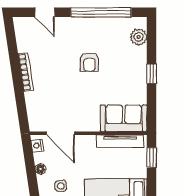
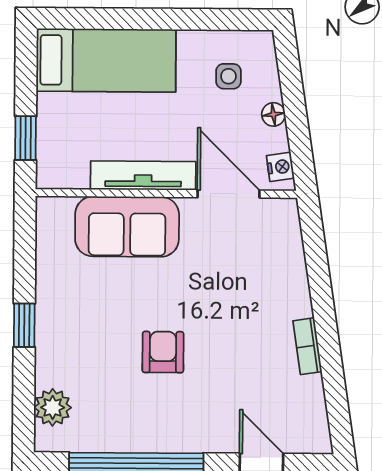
bookcase: (26, 72) -> (307, 346), width x0.64
sofa: (124, 118) -> (127, 227), moved
tv unit: (120, 141) -> (143, 176), moved

